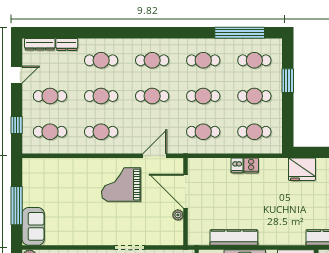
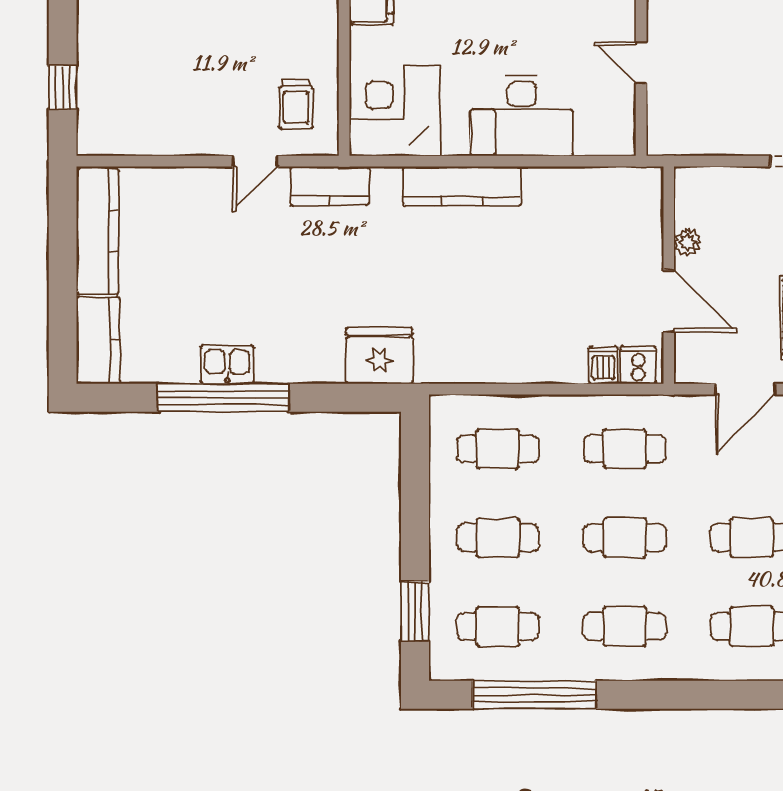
window: (288, 81) -> (415, 611), moved
dishwasher: (237, 165) -> (603, 365), moved
cooker: (251, 165) -> (638, 365), moved
door: (186, 191) -> (669, 301), width x0.73
kitchen counter: (234, 238) -> (462, 186), moved

